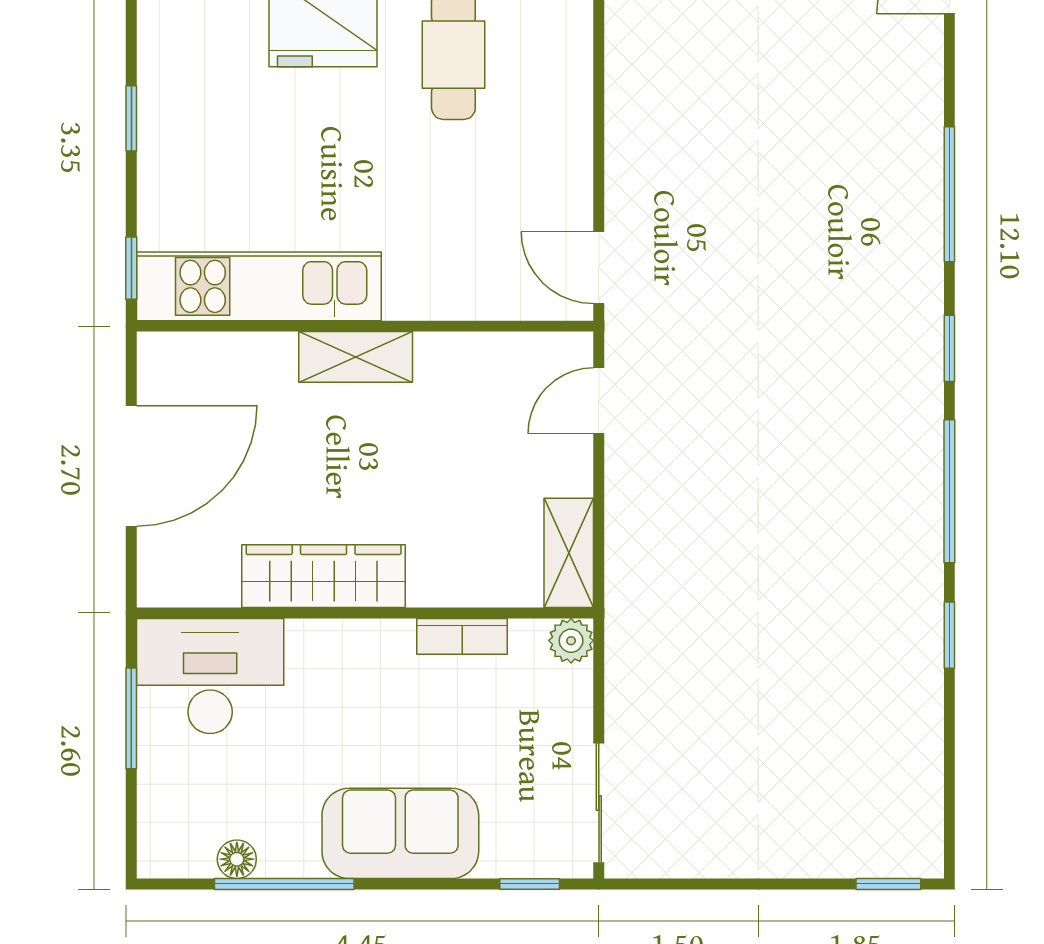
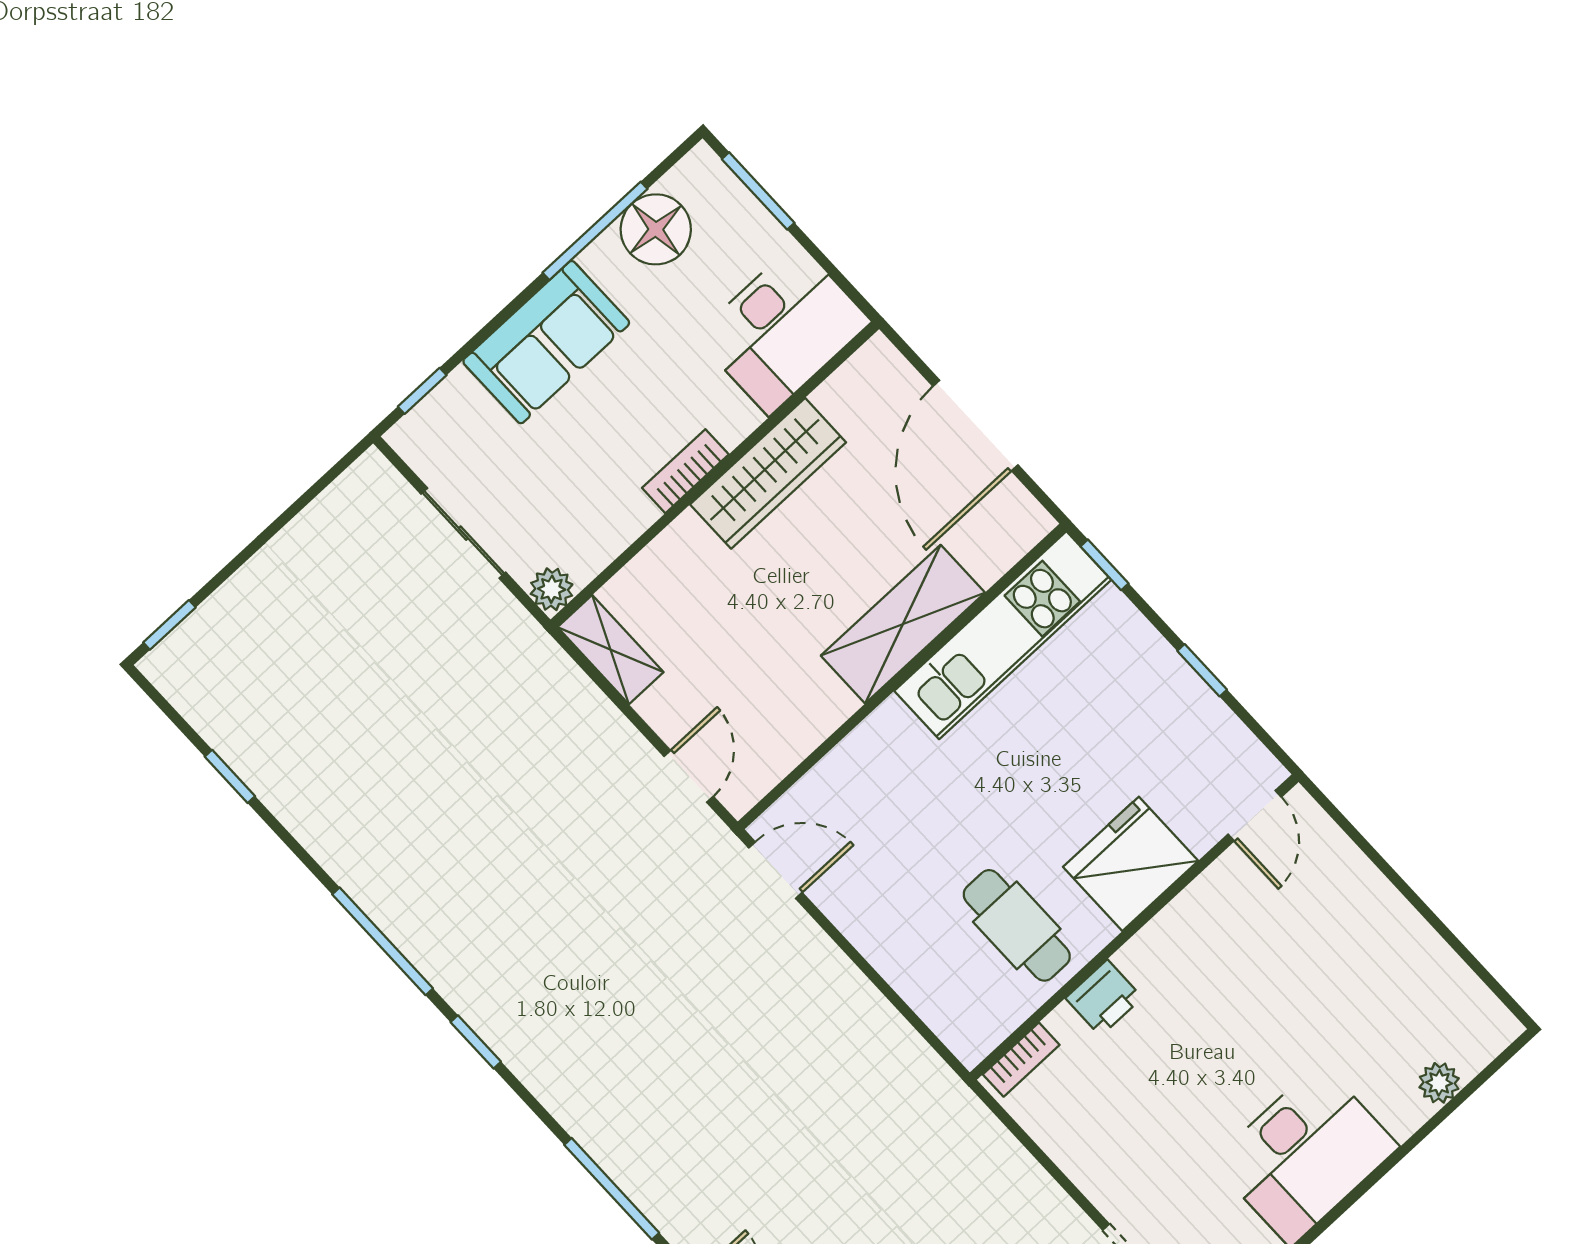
window: (949, 194) -> (612, 1189), moved
shelving: (356, 357) -> (903, 624), width x1.50, depth x1.33
window: (949, 635) -> (230, 776), moved
bookcase: (462, 636) -> (685, 471), moved
window: (131, 718) -> (758, 191), moved
sliding door: (599, 803) -> (463, 533), moved
floor lamp: (237, 859) -> (656, 229), width x1.89, depth x1.89

